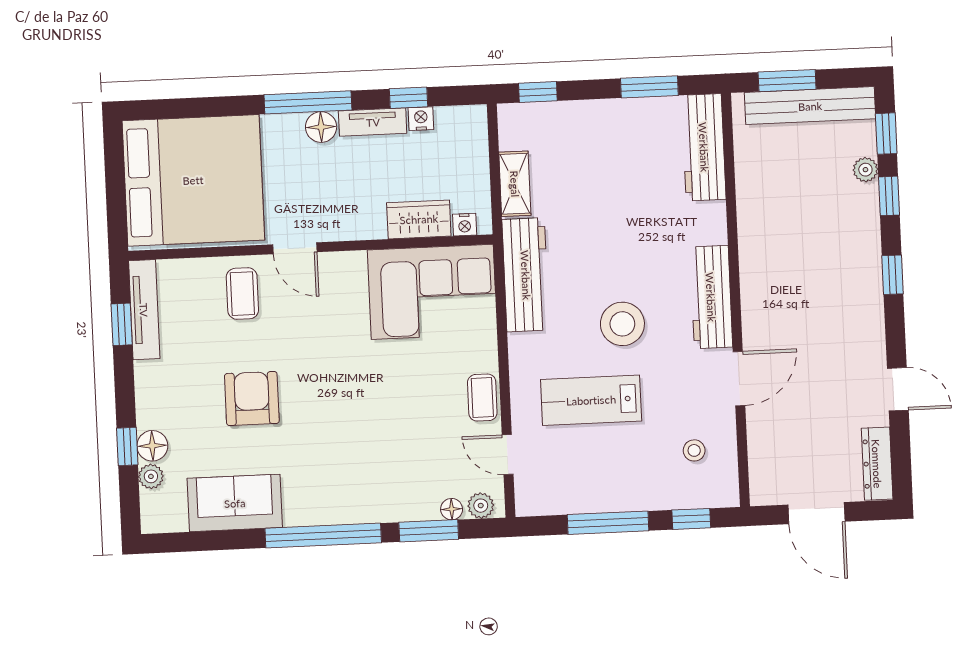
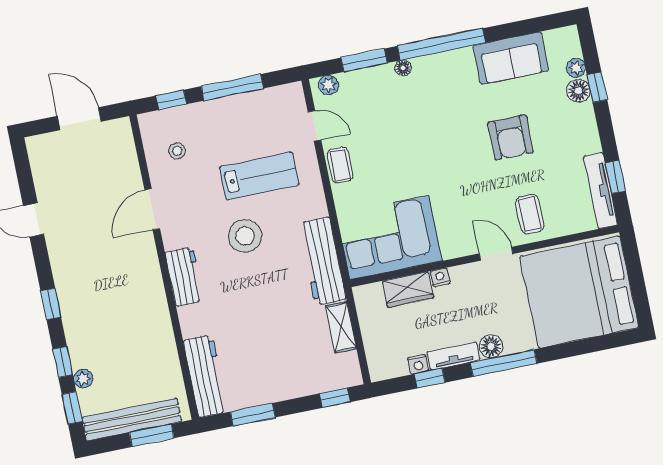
nightstand: (465, 225) -> (440, 277), moved
workbench: (711, 297) -> (184, 277), width x0.73
dresser: (877, 464) -> (40, 163), removed
floor lamp: (452, 509) -> (403, 68), moved

